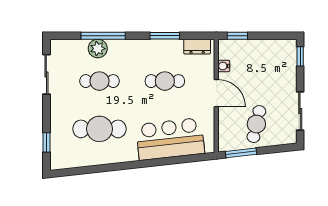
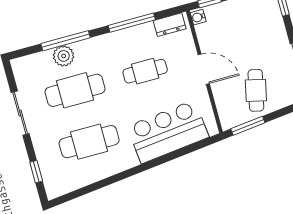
window: (165, 36) -> (132, 23), width x1.44
water cooler: (224, 66) -> (198, 17), moved
sliding door: (46, 74) -> (20, 113), moved
cafe table: (99, 81) -> (75, 90), width x1.37, depth x1.35

